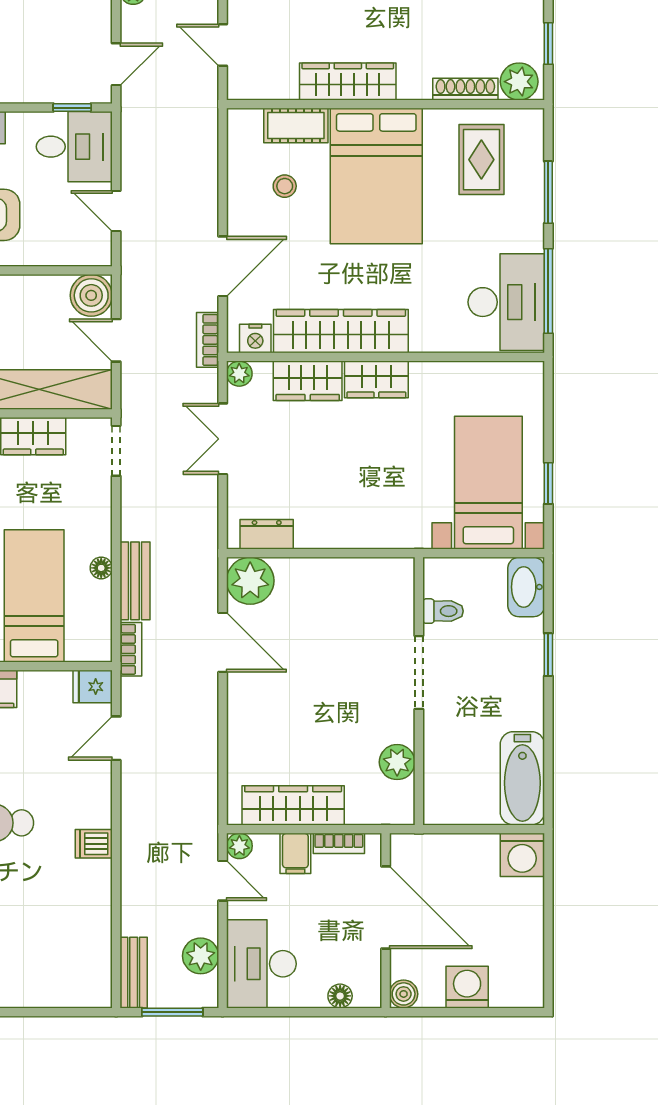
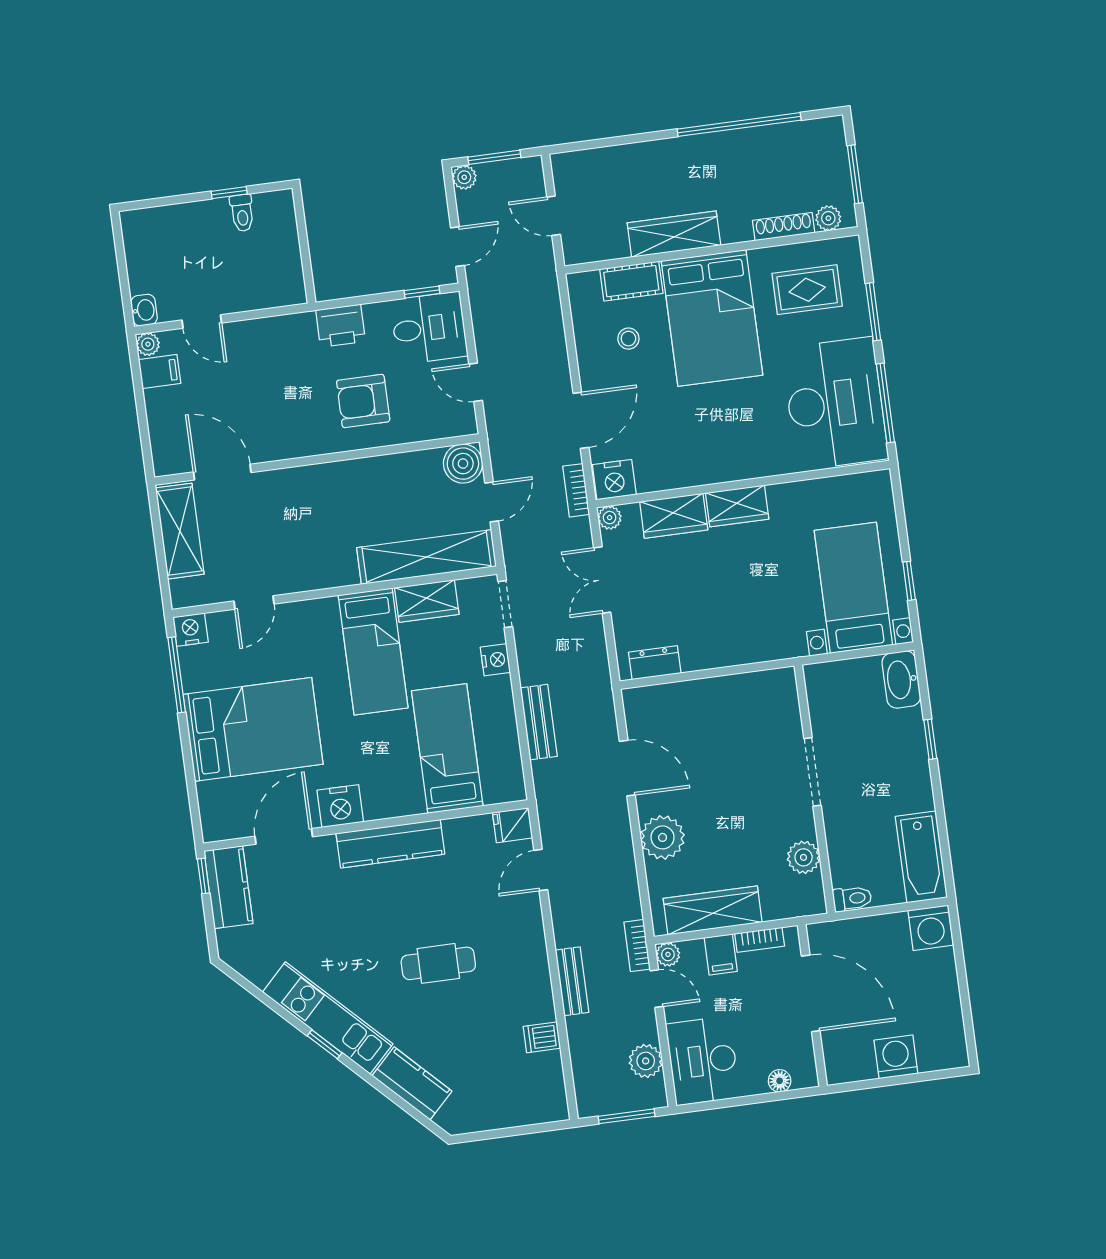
window: (548, 44) -> (855, 174), width x1.50
plant: (519, 82) -> (828, 218), width x0.73, depth x0.73
rug: (481, 160) -> (807, 290), turned 90
desk: (506, 302) -> (835, 404), width x1.36, depth x1.30
wardrobe: (341, 331) -> (698, 466), removed
nightstand: (255, 339) -> (614, 480), width x1.36, depth x1.33
door: (116, 340) -> (492, 502), swing flipped
nightstand: (98, 508) -> (495, 660), added
floor lamp: (101, 568) -> (506, 714), removed
plant: (250, 581) -> (663, 837), moved
toilet: (443, 611) -> (852, 899), moved
bookcase: (131, 649) -> (637, 946), moved, turned 180
dishwasher: (94, 844) -> (542, 1037), moved
bench: (134, 973) -> (572, 981), moved
boiler: (404, 994) -> (838, 1071), removed

